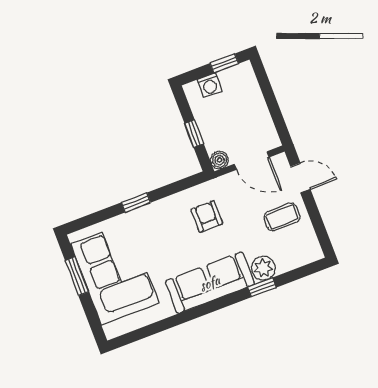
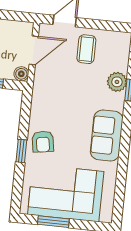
armchair: (207, 216) -> (43, 142), moved, turned -99
sofa: (210, 283) -> (107, 136), width x0.73

